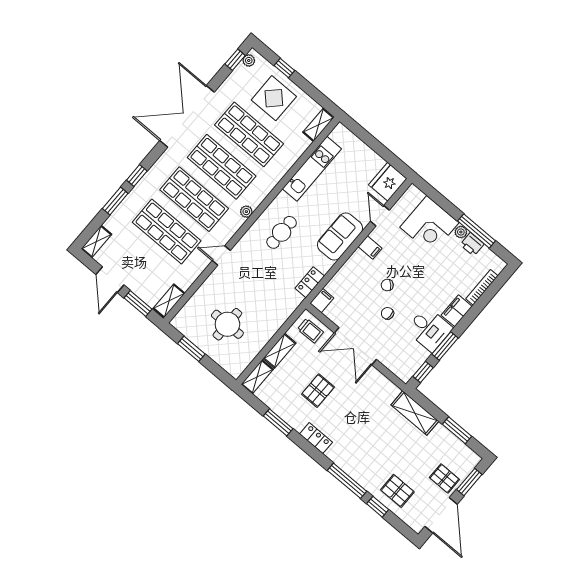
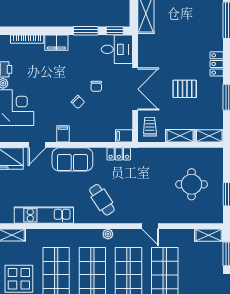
cafe table: (282, 232) -> (102, 200), turned 57
desk: (429, 329) -> (117, 49), moved, turned 90

